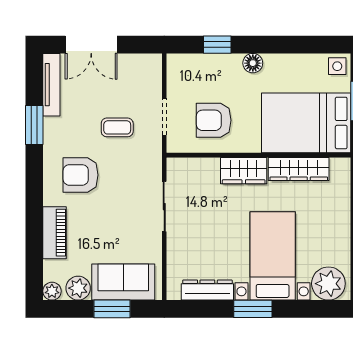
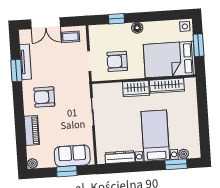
tv unit: (51, 85) -> (26, 62), moved
coffee table: (117, 127) -> (70, 37), moved
plant: (328, 284) -> (184, 154), width x0.53, depth x0.53
plant: (78, 288) -> (47, 161), removed
window: (253, 309) -> (176, 164), moved

